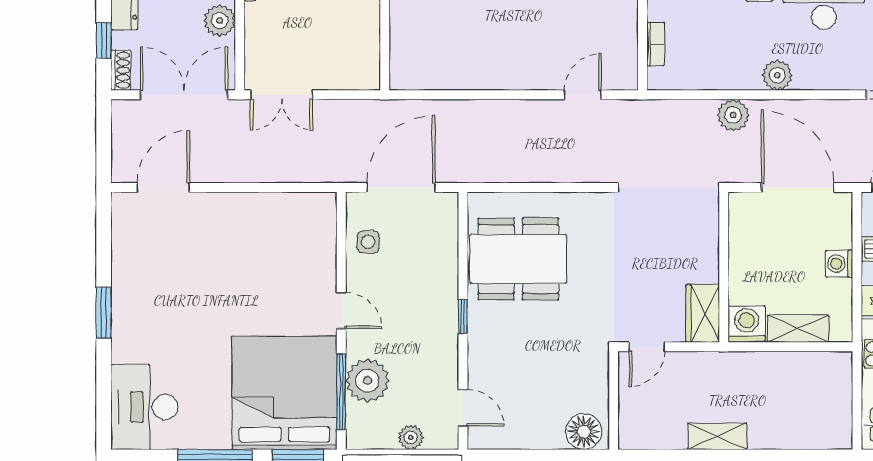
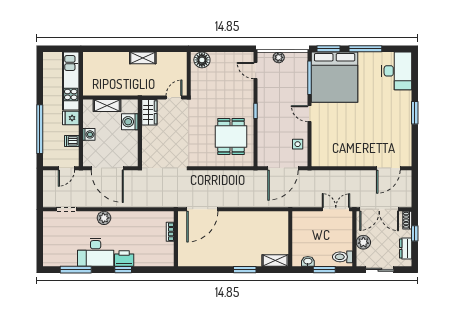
plant: (777, 75) -> (104, 218), moved
door: (583, 95) -> (202, 209), width x1.87
plant: (733, 115) -> (136, 200), removed
dining table: (518, 259) -> (231, 136), width x0.73
washing machine: (747, 324) -> (130, 122), moved, turned 90
plant: (367, 381) -> (298, 83), removed

